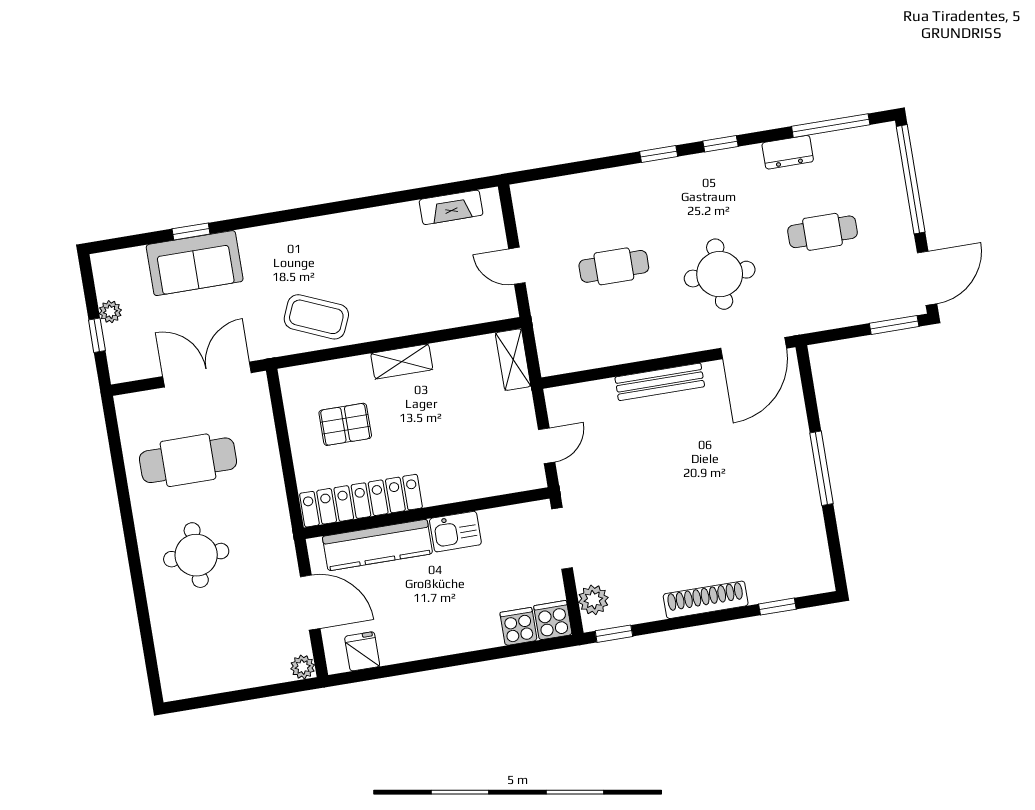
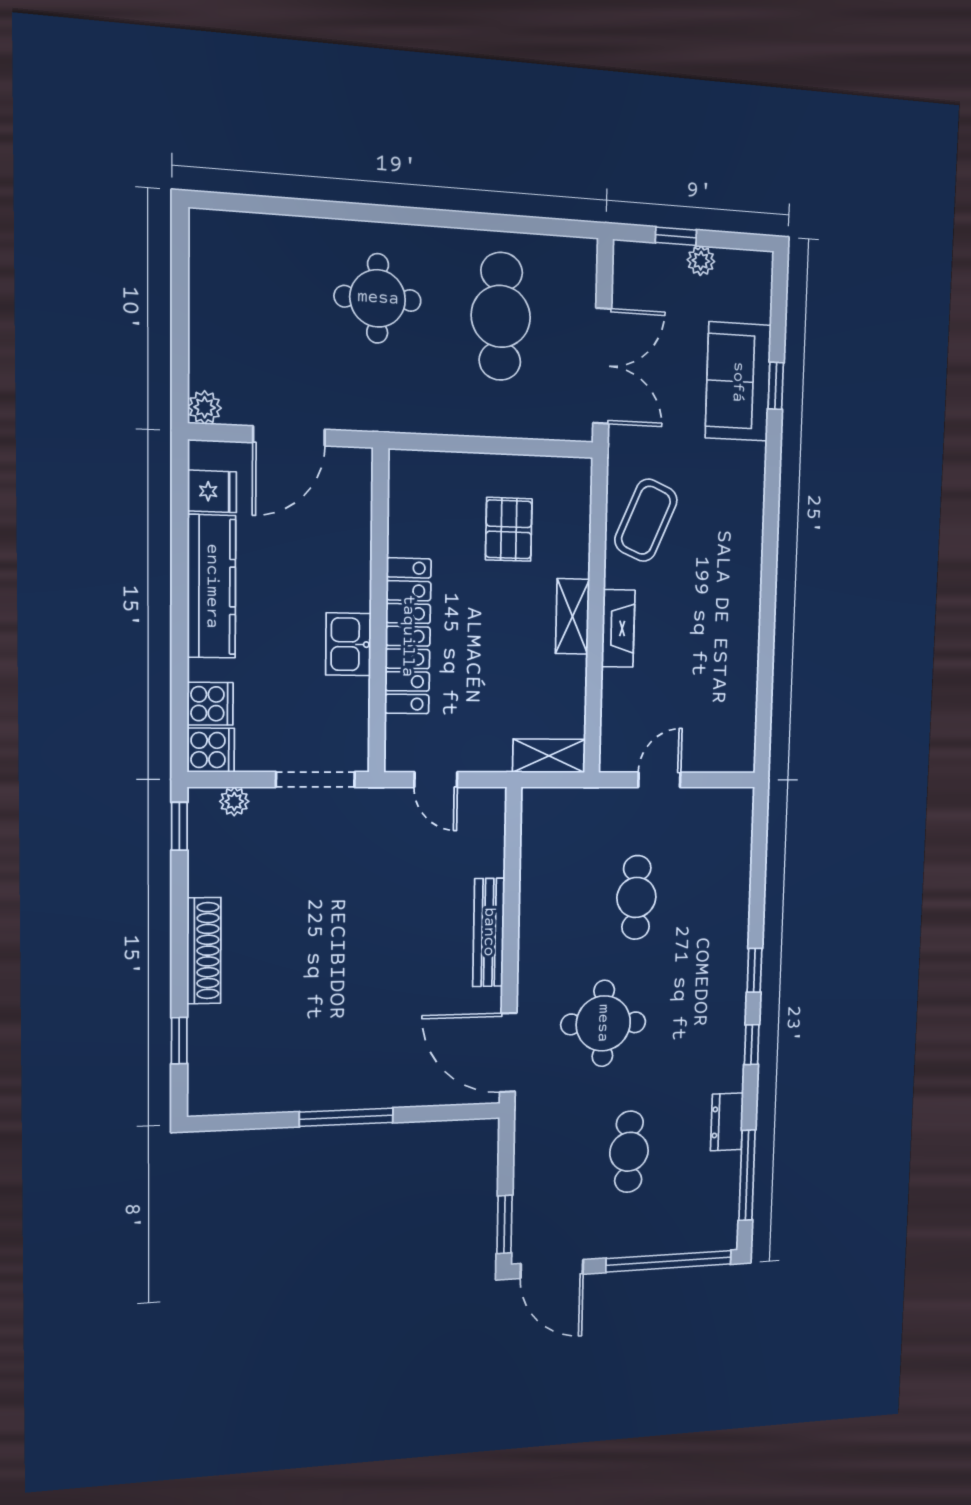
fireplace: (451, 207) -> (618, 628), moved, turned 180
locker: (361, 501) -> (408, 636), moved
kitchen counter: (377, 545) -> (212, 586), moved, turned 180
plant: (593, 600) -> (234, 801), width x0.73, depth x0.73

